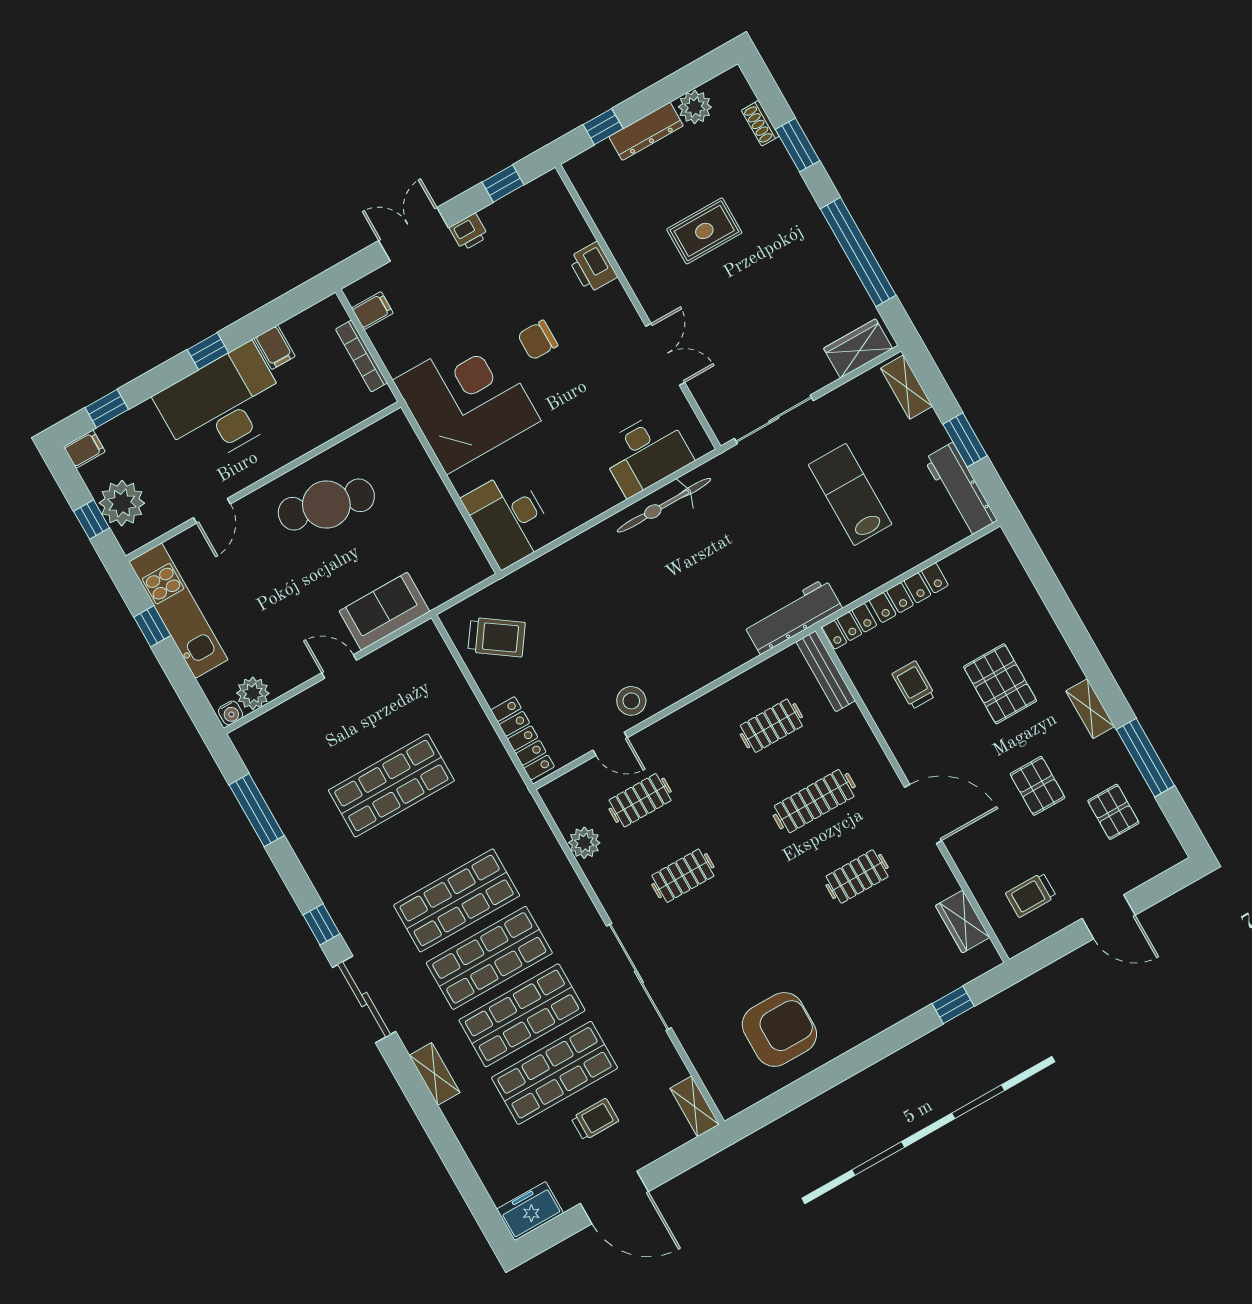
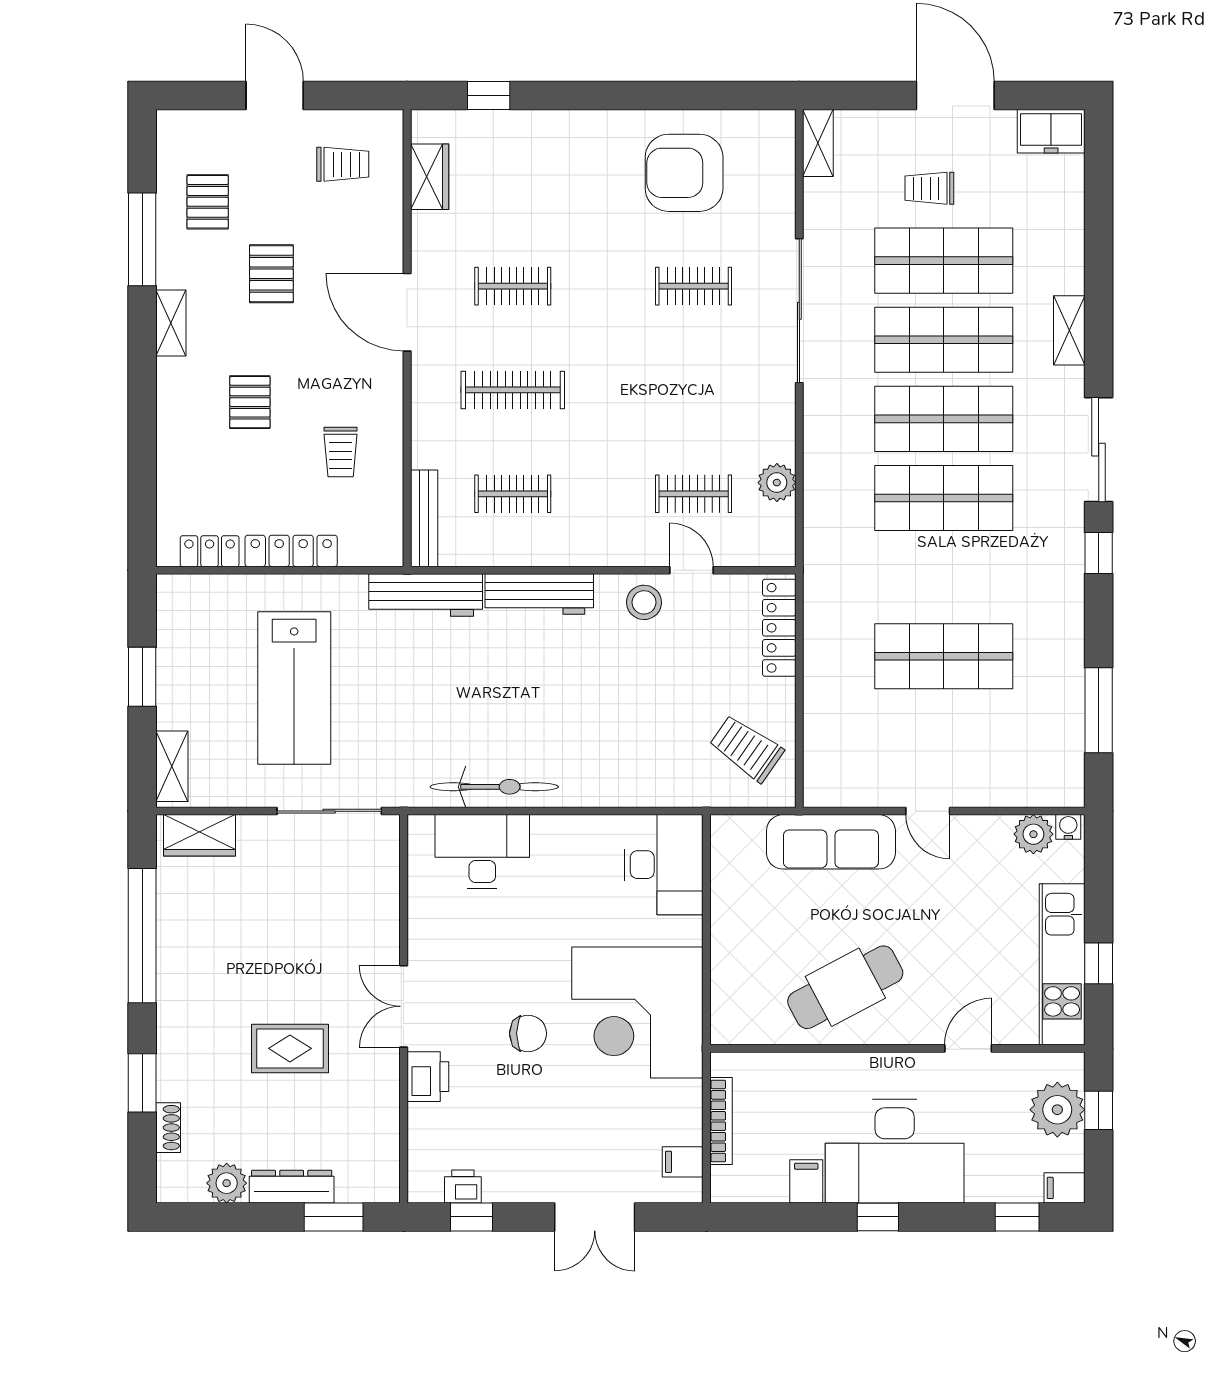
window: (603, 127) -> (334, 1217), width x1.50
printer: (469, 232) -> (463, 1187), moved
double door: (665, 354) -> (404, 1006), moved
workbench: (960, 490) -> (539, 594), moved, turned 90
lab bench: (850, 495) -> (294, 688), width x1.36, depth x1.39
cafe table: (326, 505) -> (845, 987), turned -42
sofa: (384, 611) -> (831, 842), width x1.36
locker: (849, 626) -> (210, 551), moved
pallet: (1000, 684) -> (250, 402), width x0.67, depth x0.71
clothes rail: (683, 876) -> (694, 286), moved

